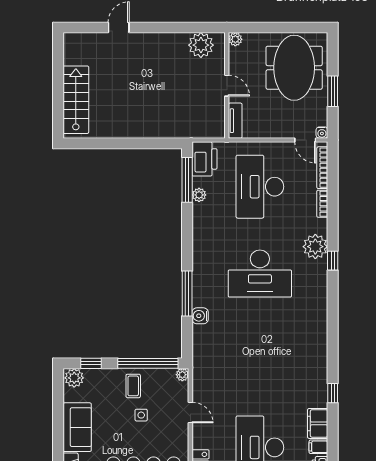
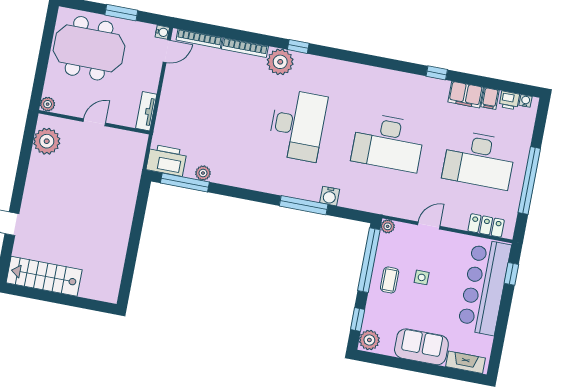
stairs: (76, 100) -> (44, 276), moved
tv unit: (235, 121) -> (146, 111), moved, turned -90
desk: (260, 187) -> (388, 142), moved
bookcase: (322, 204) -> (245, 48), width x1.56
coffee table: (133, 386) -> (390, 280), turned 90

